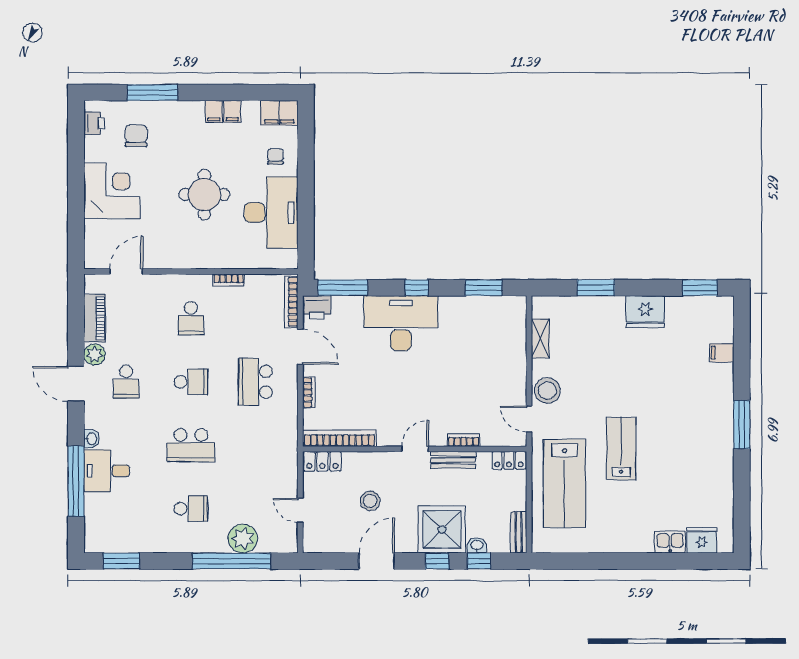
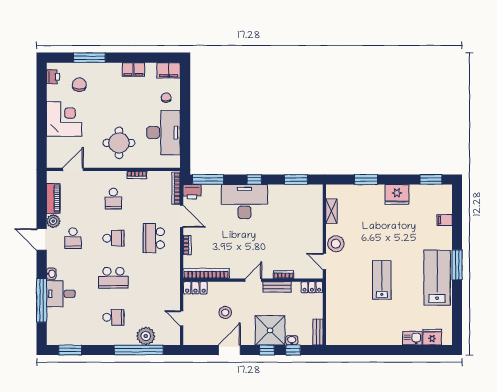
round table: (204, 195) -> (119, 143), moved
lab bench: (564, 483) -> (437, 278), moved, turned 180

